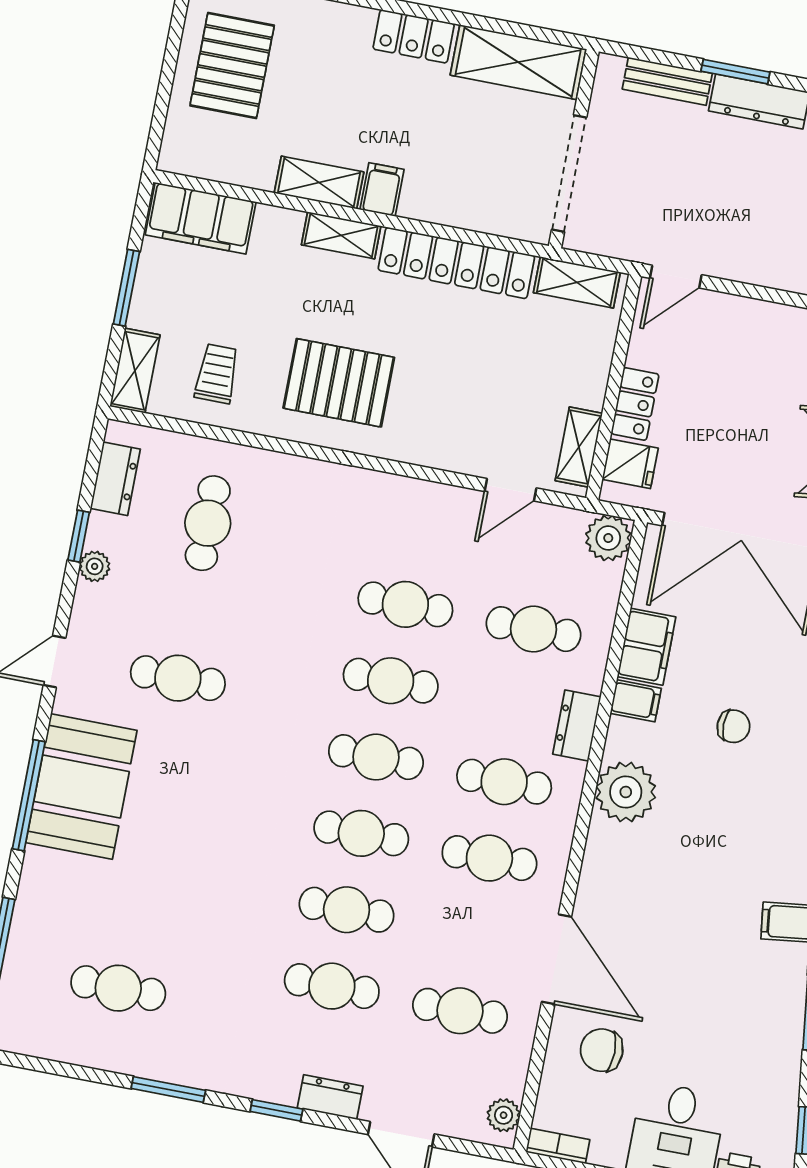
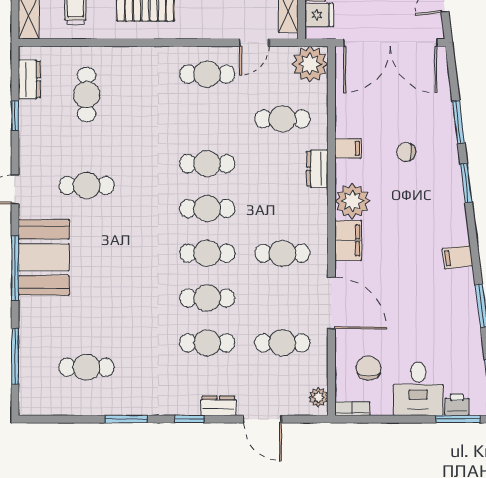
plant: (608, 538) -> (310, 64), width x1.36, depth x1.36
plant: (95, 566) -> (27, 131), removed
cafe table: (405, 604) -> (207, 74), moved
filing cabinet: (647, 647) -> (348, 240), moved
chair: (734, 726) -> (406, 152), turned 180
cafe table: (504, 782) -> (282, 208), removed
chair: (602, 1050) -> (369, 368), moved, turned 90

